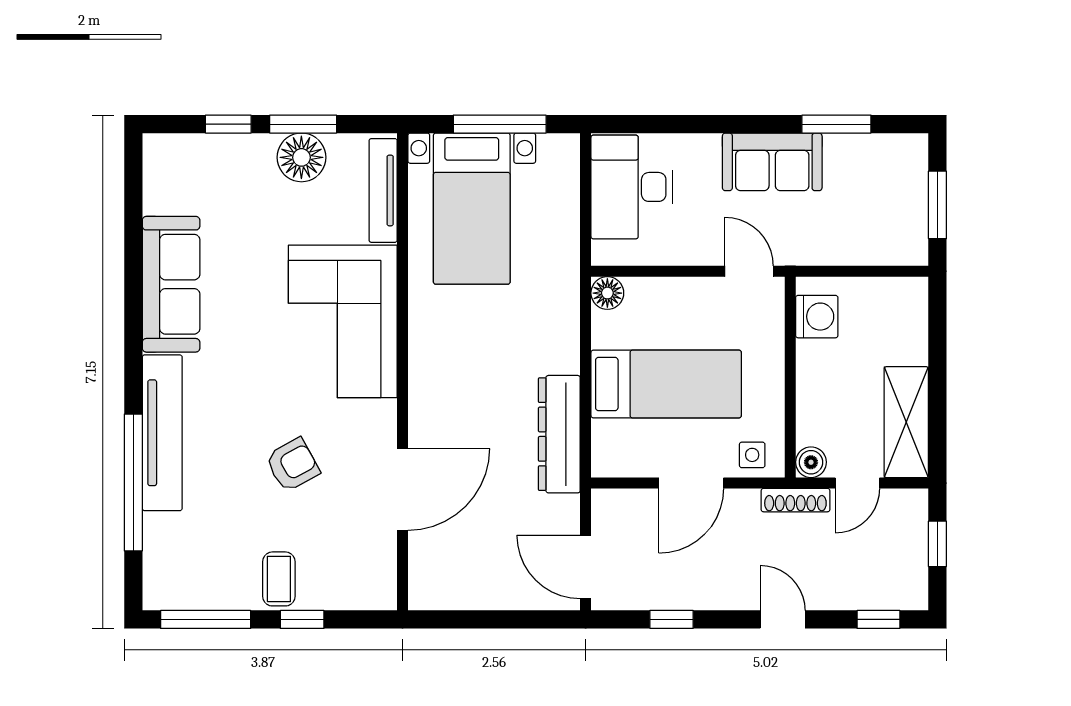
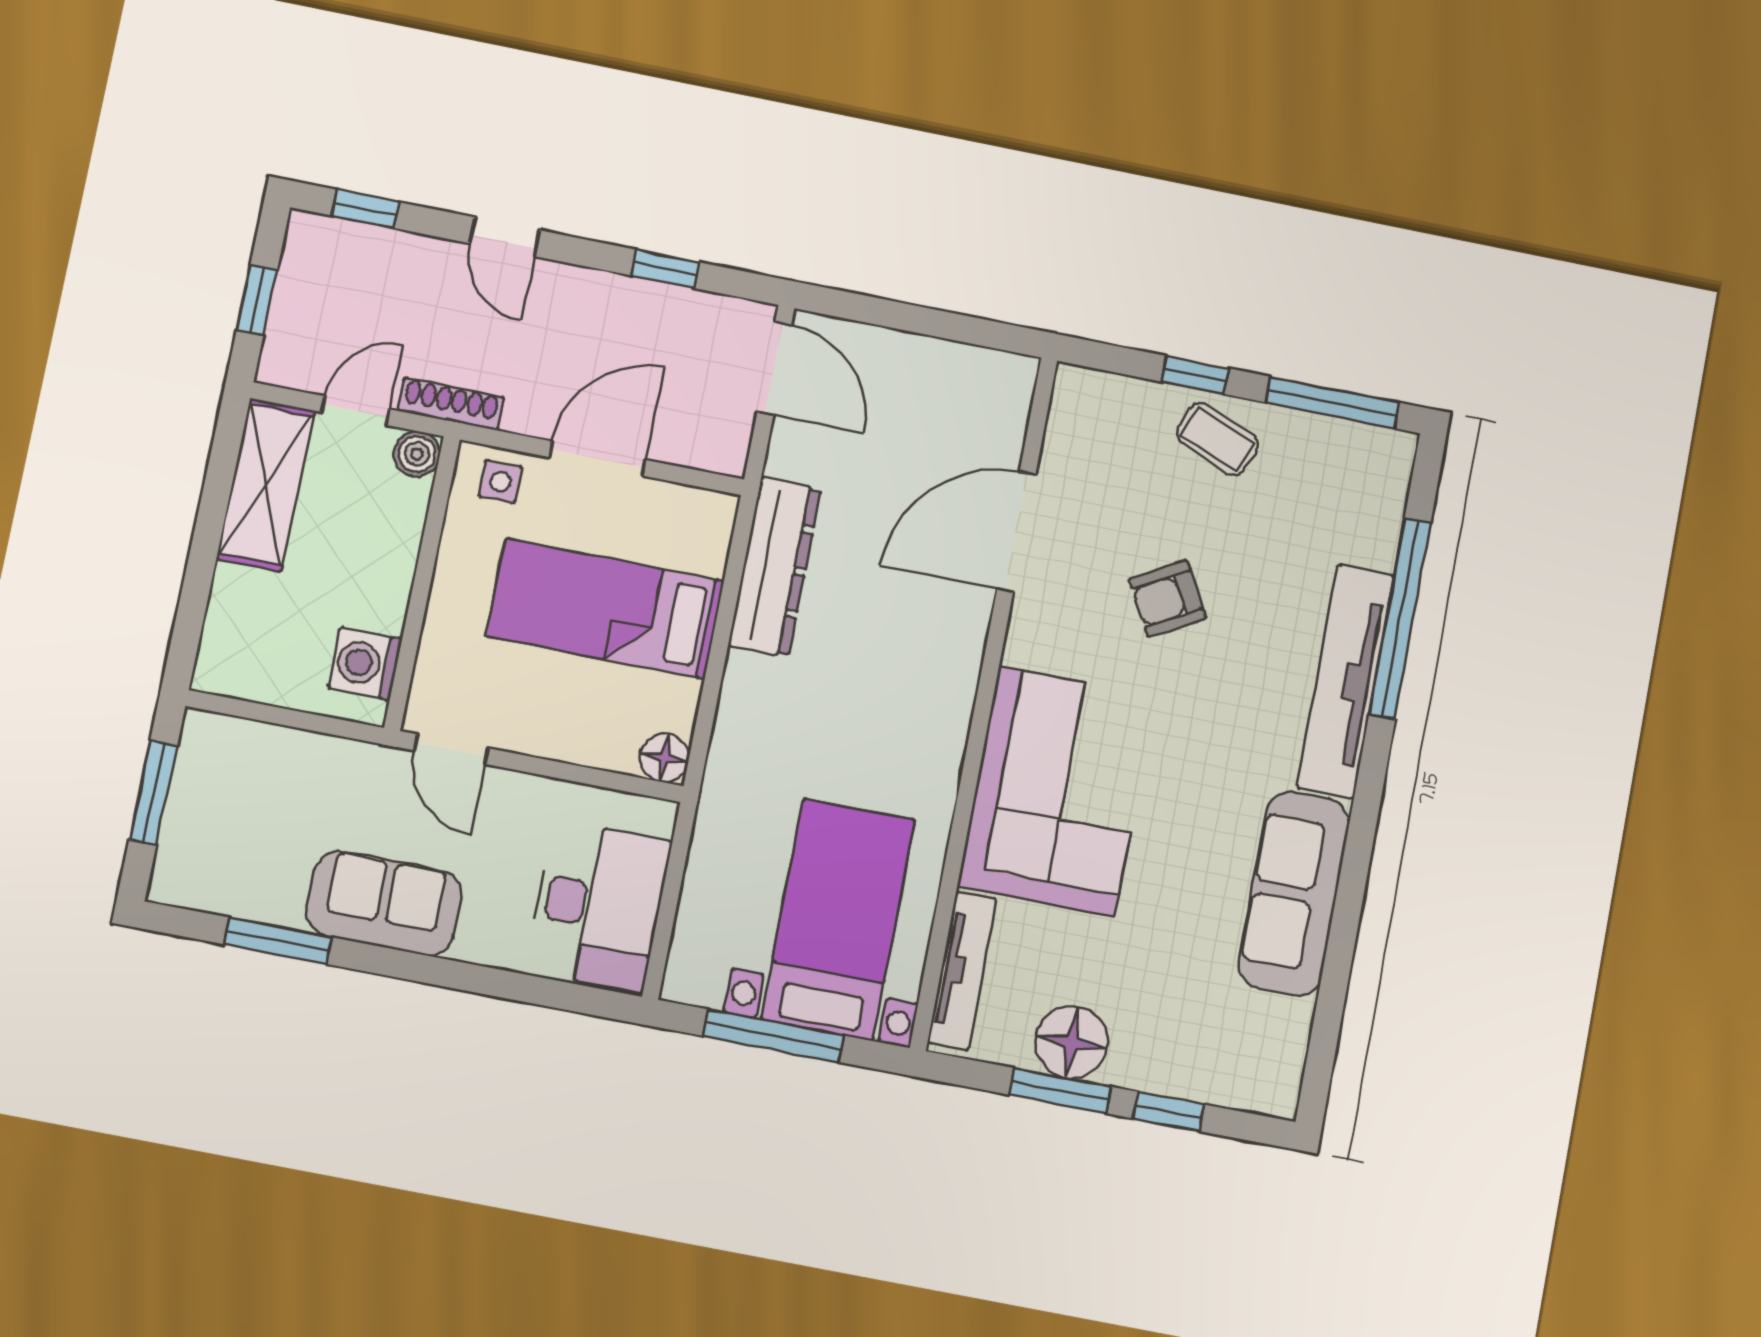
coffee table: (279, 579) -> (1218, 439), turned -67

